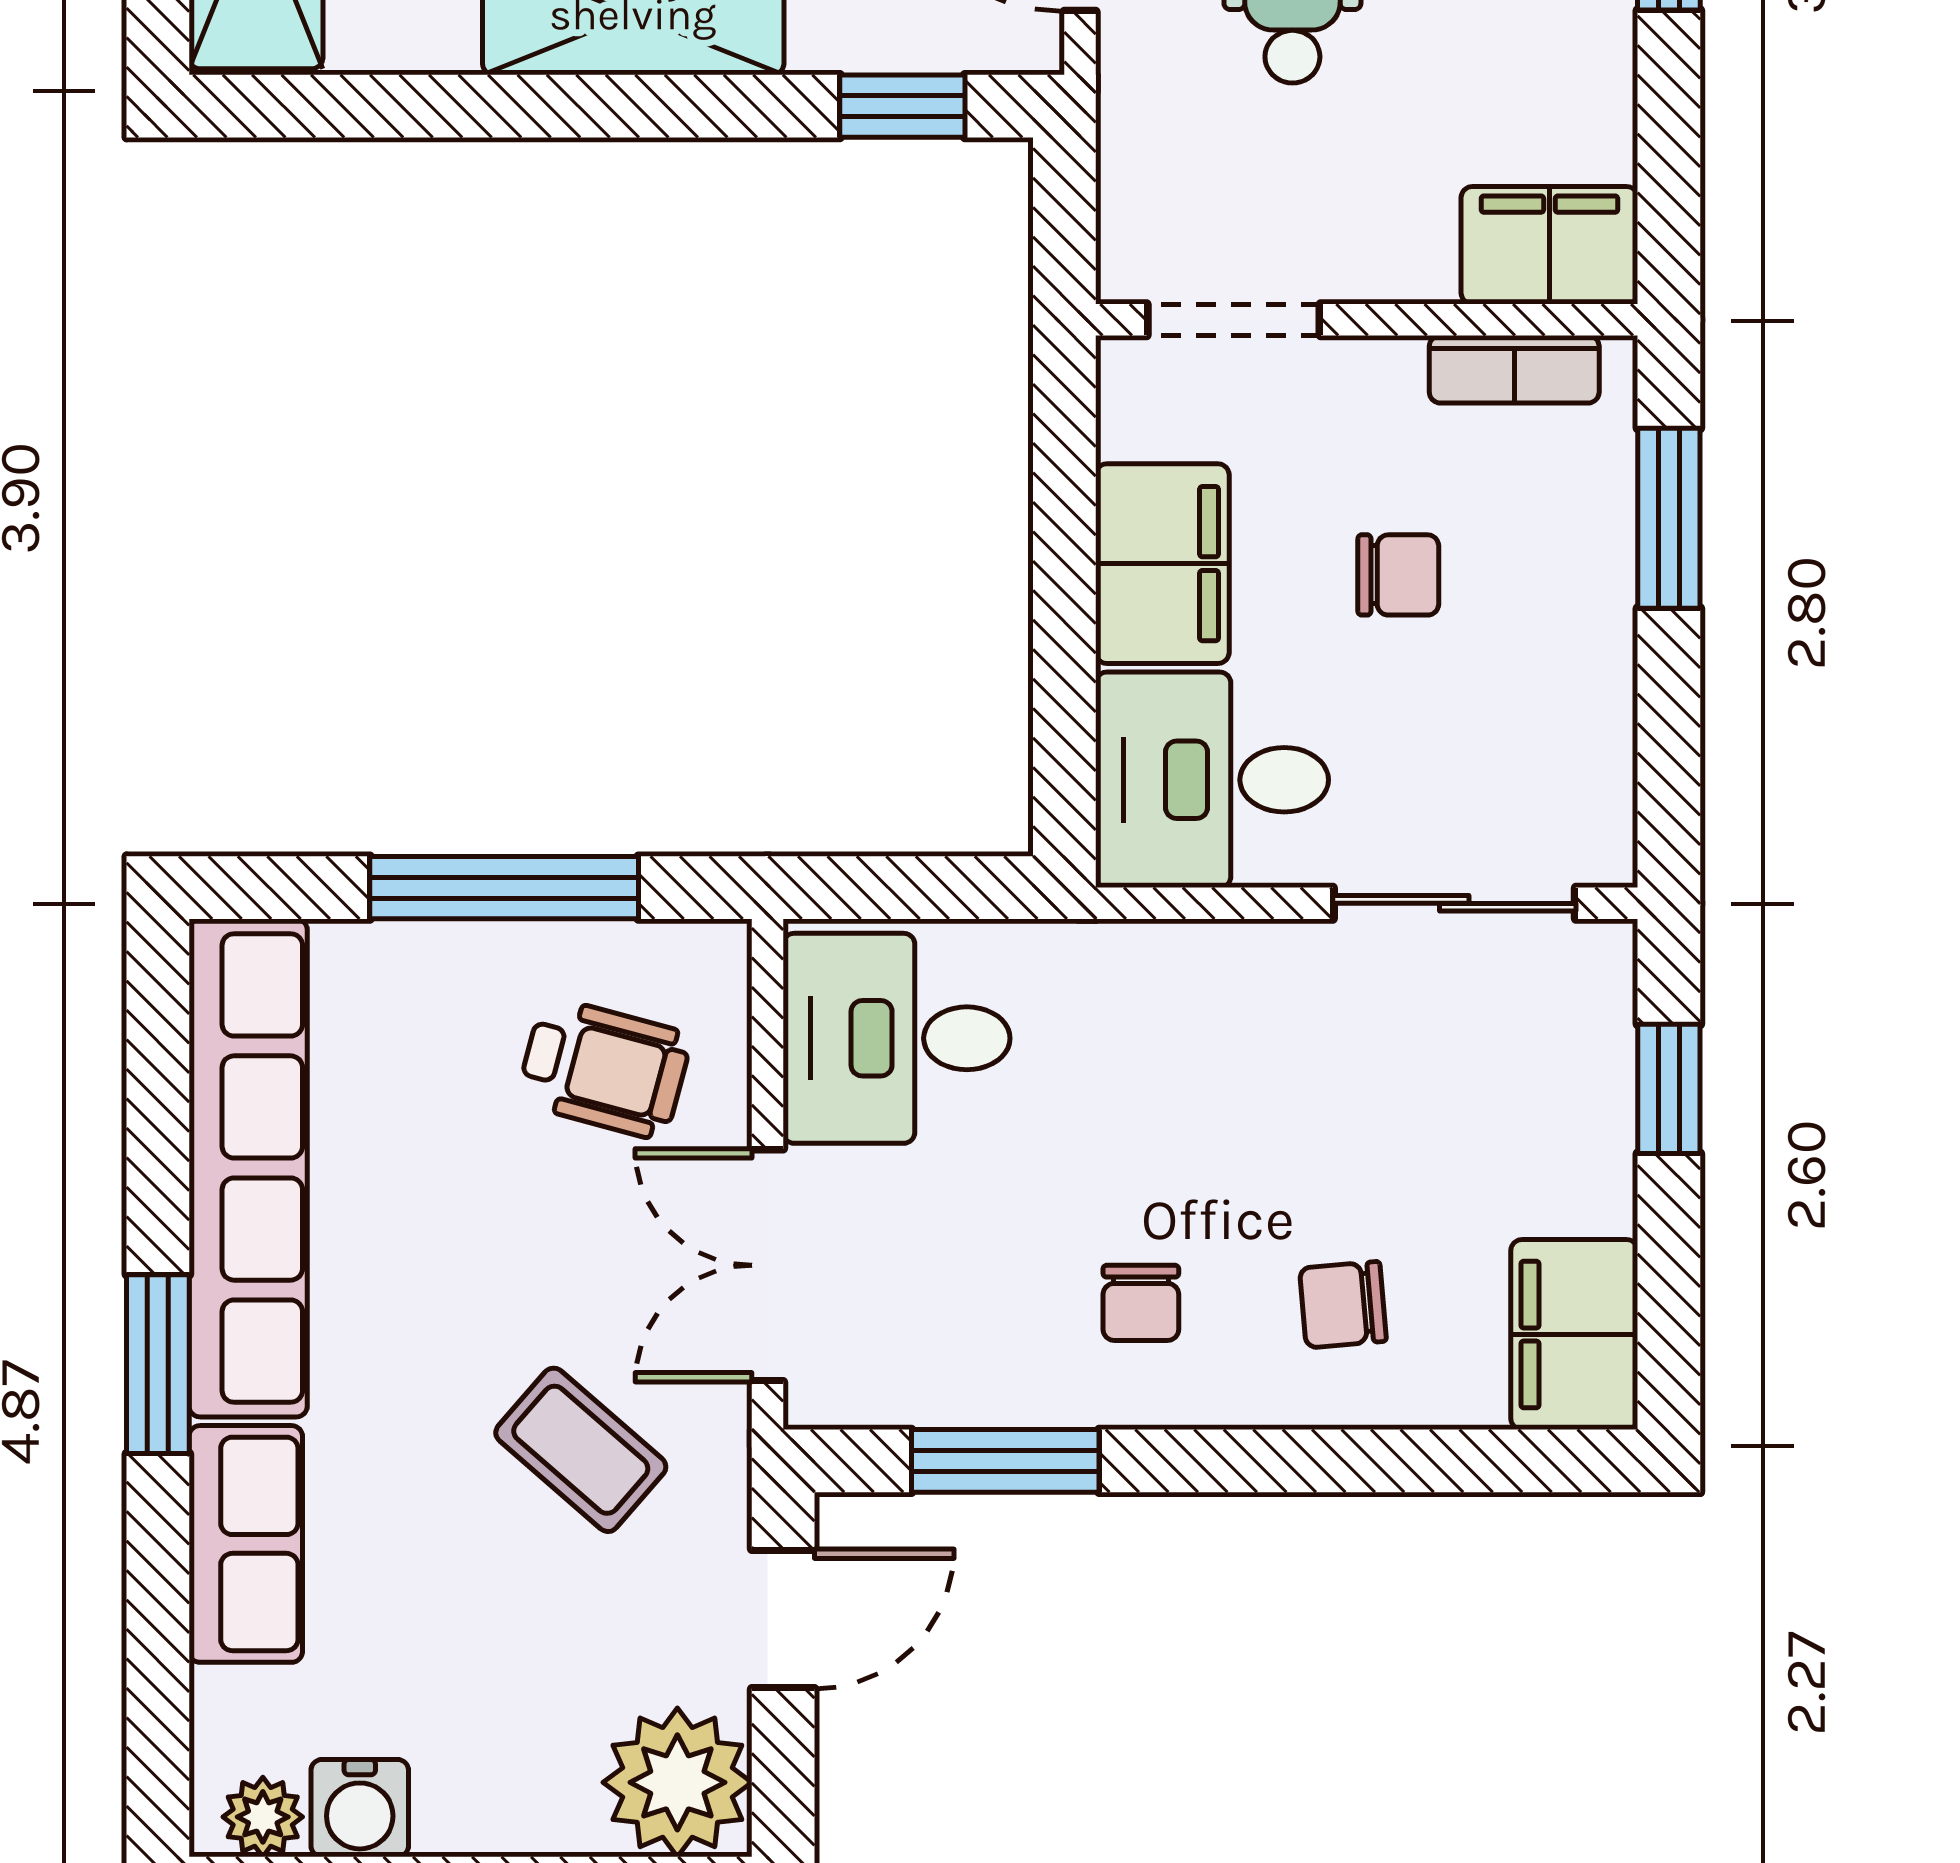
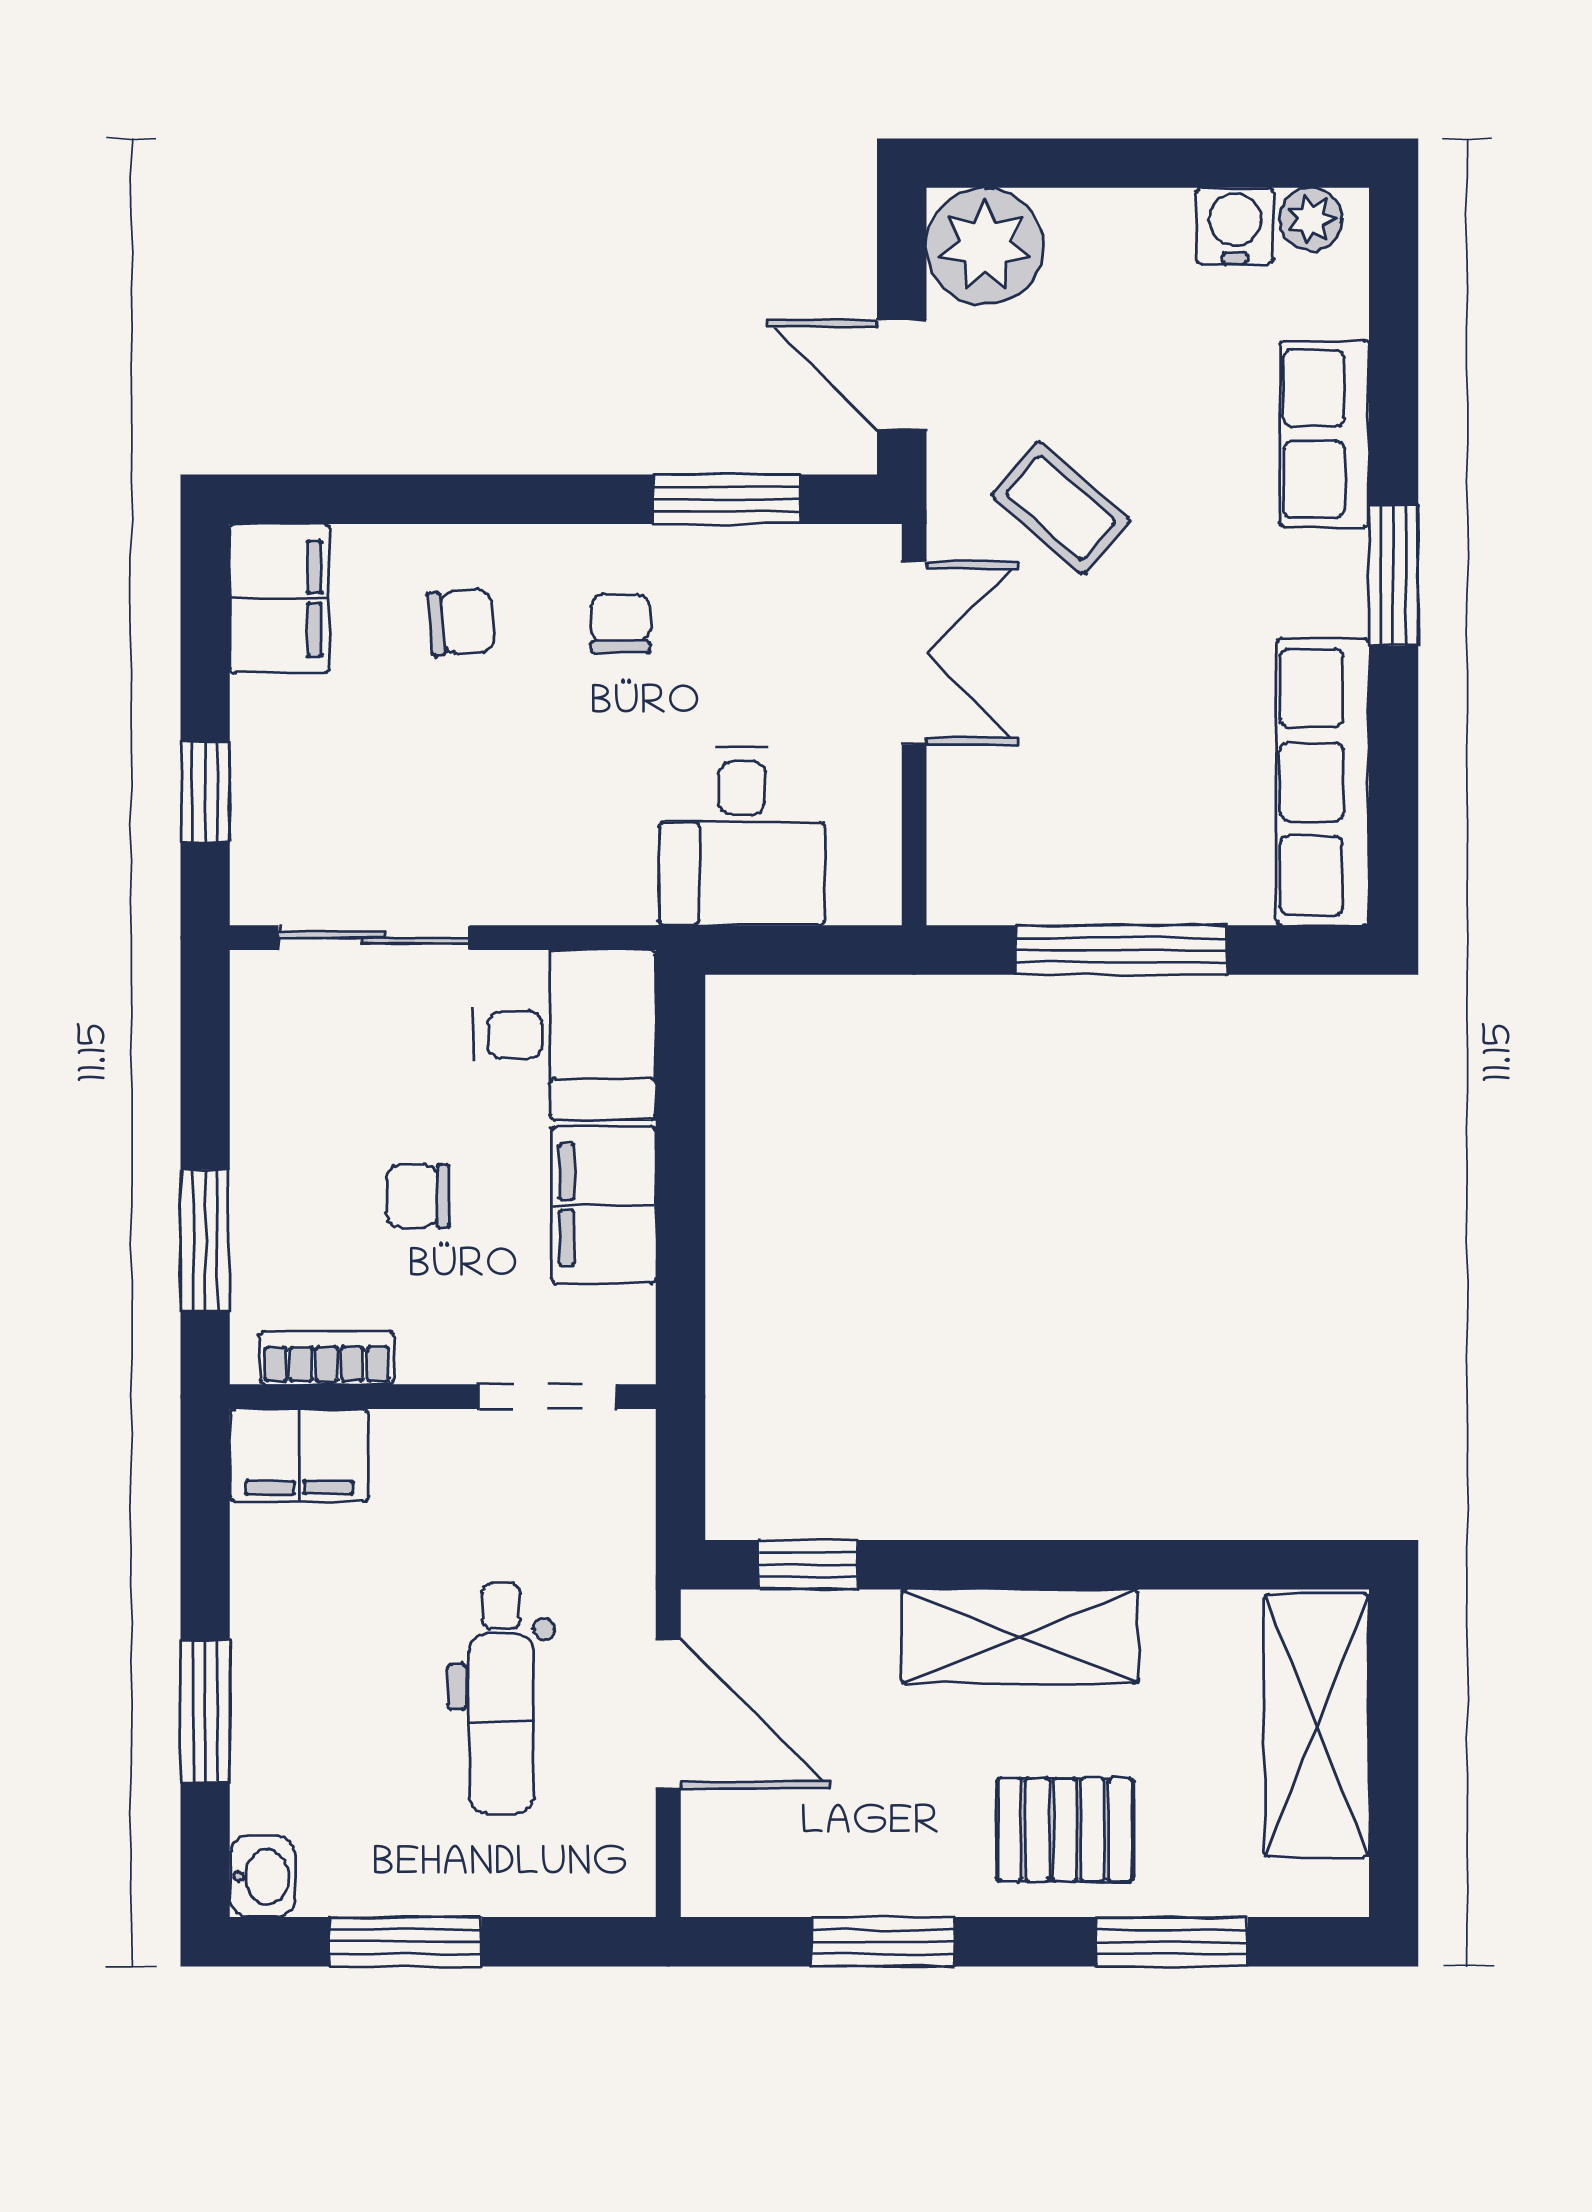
desk: (897, 1038) -> (742, 836), moved, turned 90
wheelchair: (604, 1068) -> (1043, 808), removed
row of seats: (248, 1168) -> (1323, 782), width x0.73
door: (783, 1619) -> (902, 375), hinge flipped

